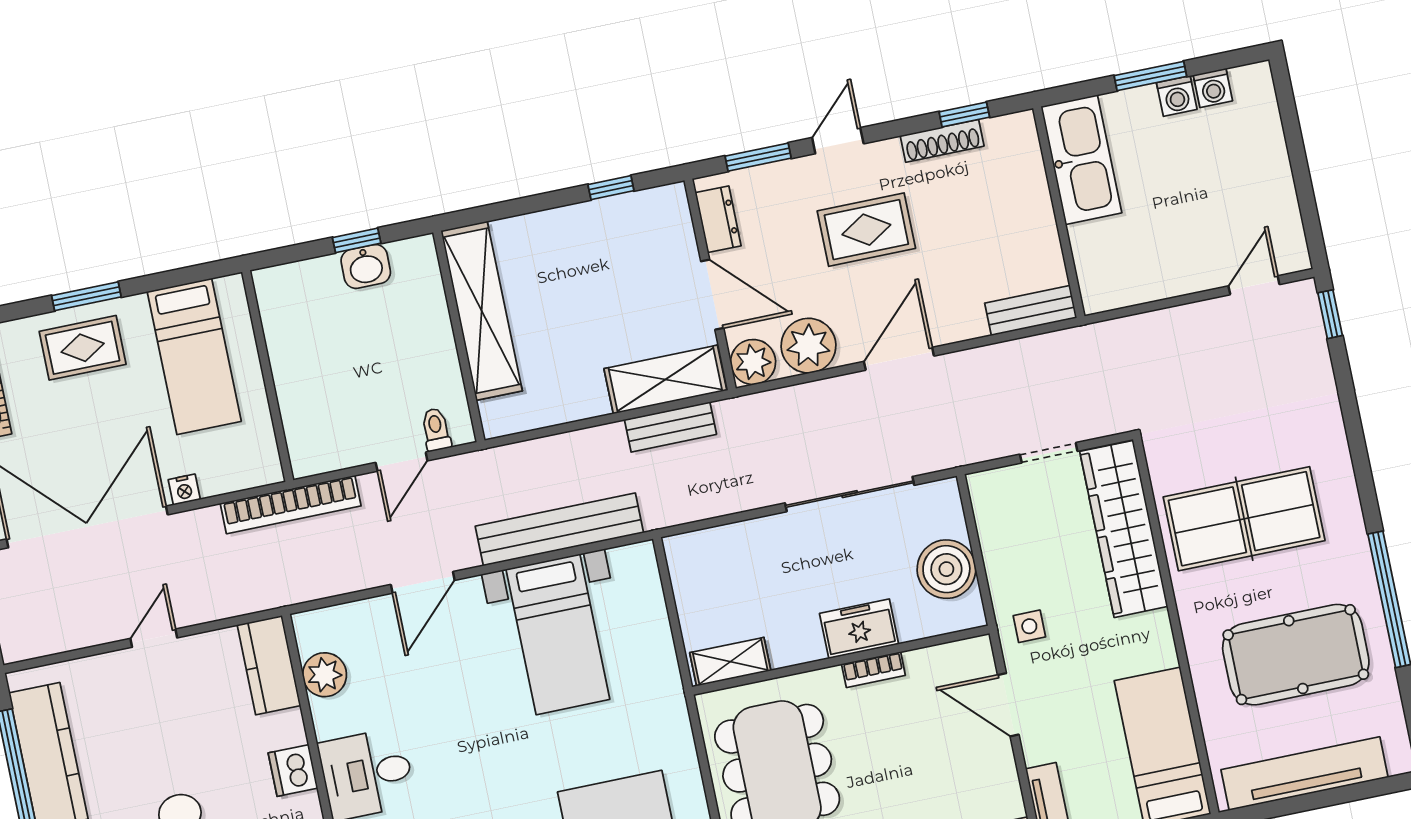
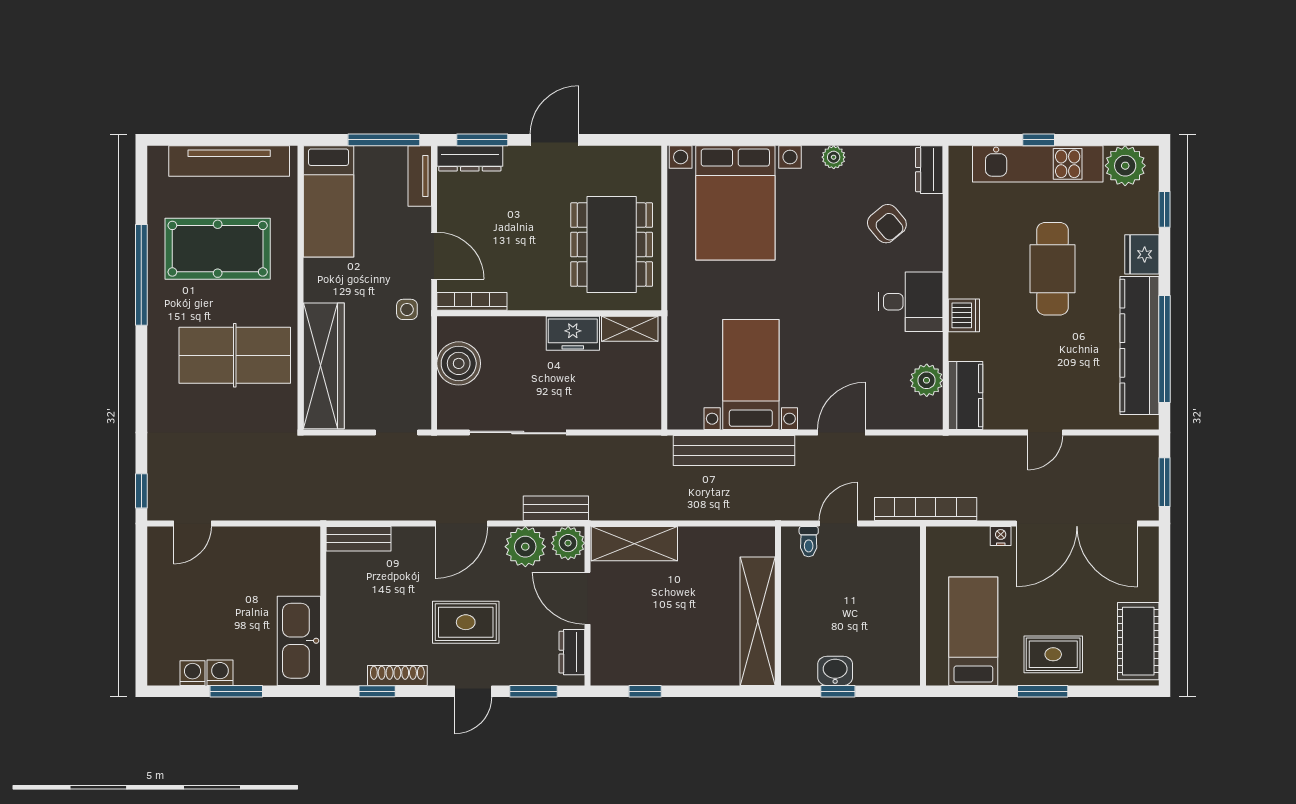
bench: (670, 427) -> (556, 508), moved
doorway: (1049, 453) -> (397, 433), moved
freezer: (859, 629) -> (573, 333), moved
bookcase: (873, 670) -> (472, 301), moved, width x1.56

